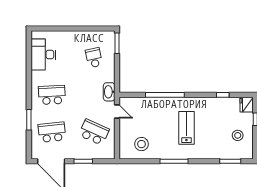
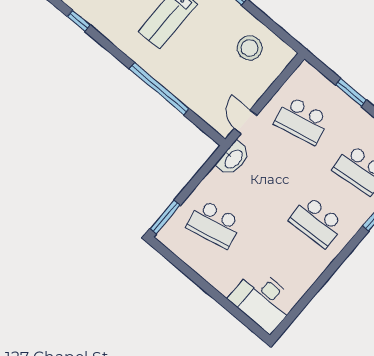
desk: (43, 55) -> (263, 300), moved, turned 90
school desk: (94, 58) -> (214, 224), width x1.85
school desk: (94, 132) -> (302, 120), turned -36

